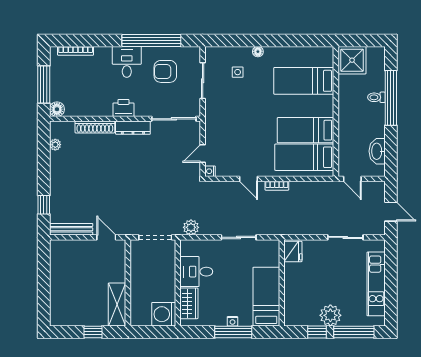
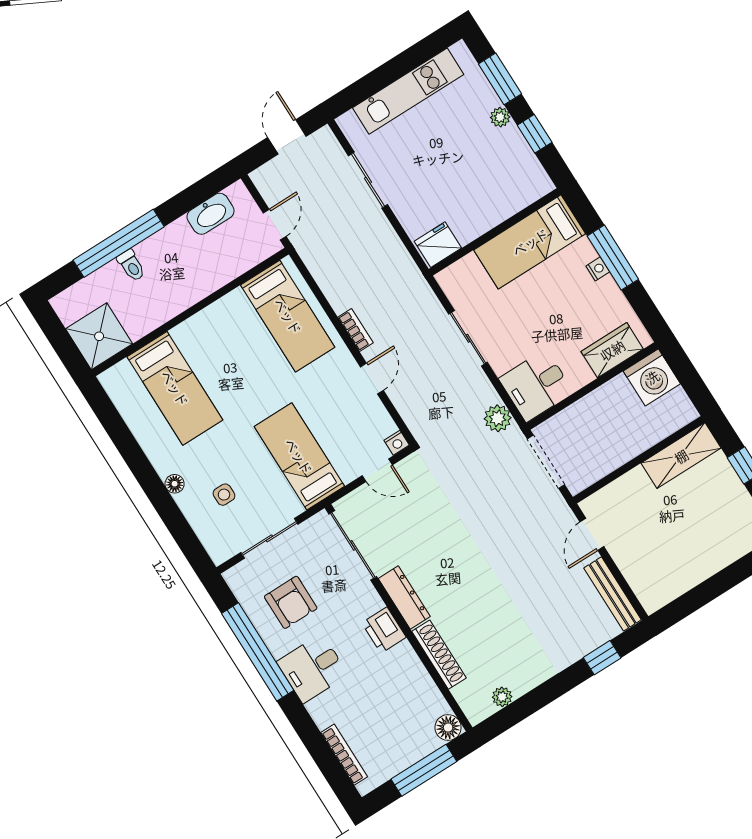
bed: (306, 130) -> (299, 456), moved, turned 180
desk: (196, 272) -> (536, 385), moved, turned 90
plant: (330, 315) -> (500, 117), width x0.53, depth x0.53
window: (354, 332) -> (500, 79), width x0.69

